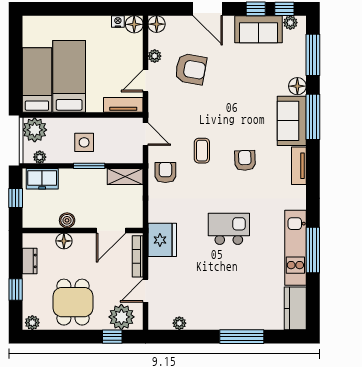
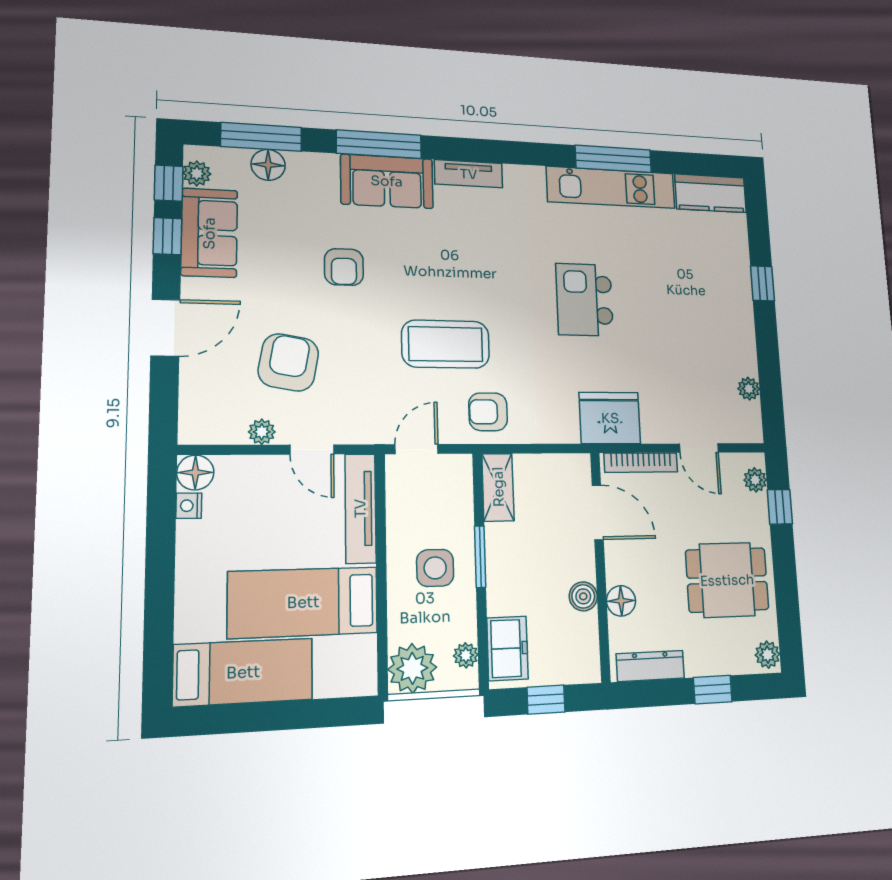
floor lamp: (157, 24) -> (196, 428), removed
bed: (37, 80) -> (243, 672), moved, turned 180
floor lamp: (297, 86) -> (268, 165), moved
tv unit: (123, 105) -> (360, 508), width x1.41
coffee table: (202, 151) -> (446, 344), width x1.86, depth x1.72
armchair: (245, 160) -> (344, 267), moved, turned -88
dresser: (30, 261) -> (650, 666), width x1.44
plant: (121, 317) -> (755, 480), width x0.53, depth x0.53
window: (242, 337) -> (762, 283), width x0.46

